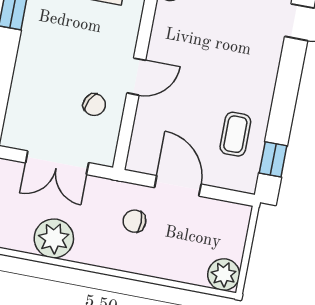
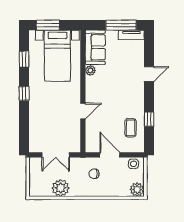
chair: (94, 105) -> (67, 127), removed
window: (273, 159) -> (149, 119), moved
side table: (226, 216) -> (133, 164), added

